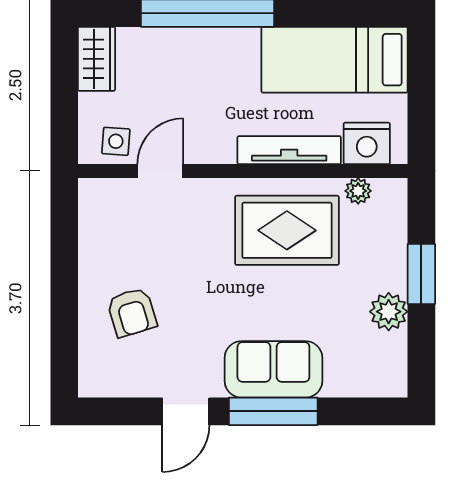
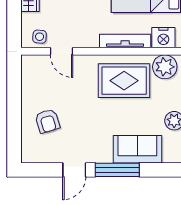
door: (160, 171) -> (61, 51), swing flipped
plant: (358, 191) -> (165, 67), width x1.88, depth x1.88
sofa: (273, 369) -> (137, 149), moved

